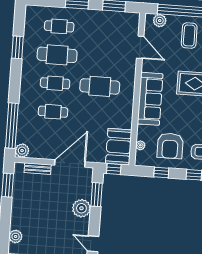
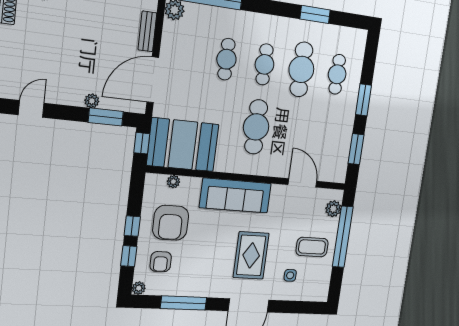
door: (140, 47) -> (302, 183), swing flipped
armchair: (170, 146) -> (171, 223), turned -90
booth: (119, 147) -> (183, 145), width x1.36, depth x1.42
door: (70, 163) -> (153, 80), swing flipped
window: (161, 172) -> (132, 226), moved
plant: (81, 208) -> (92, 101), width x0.53, depth x0.53

